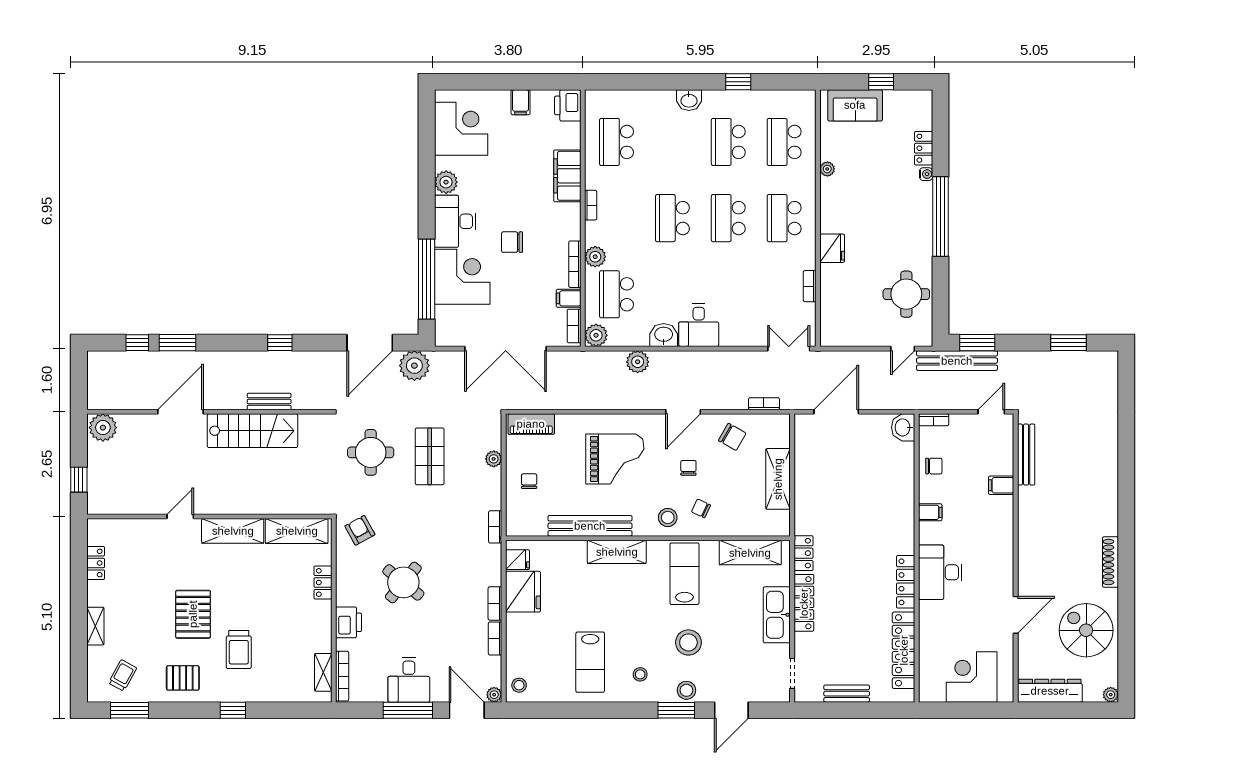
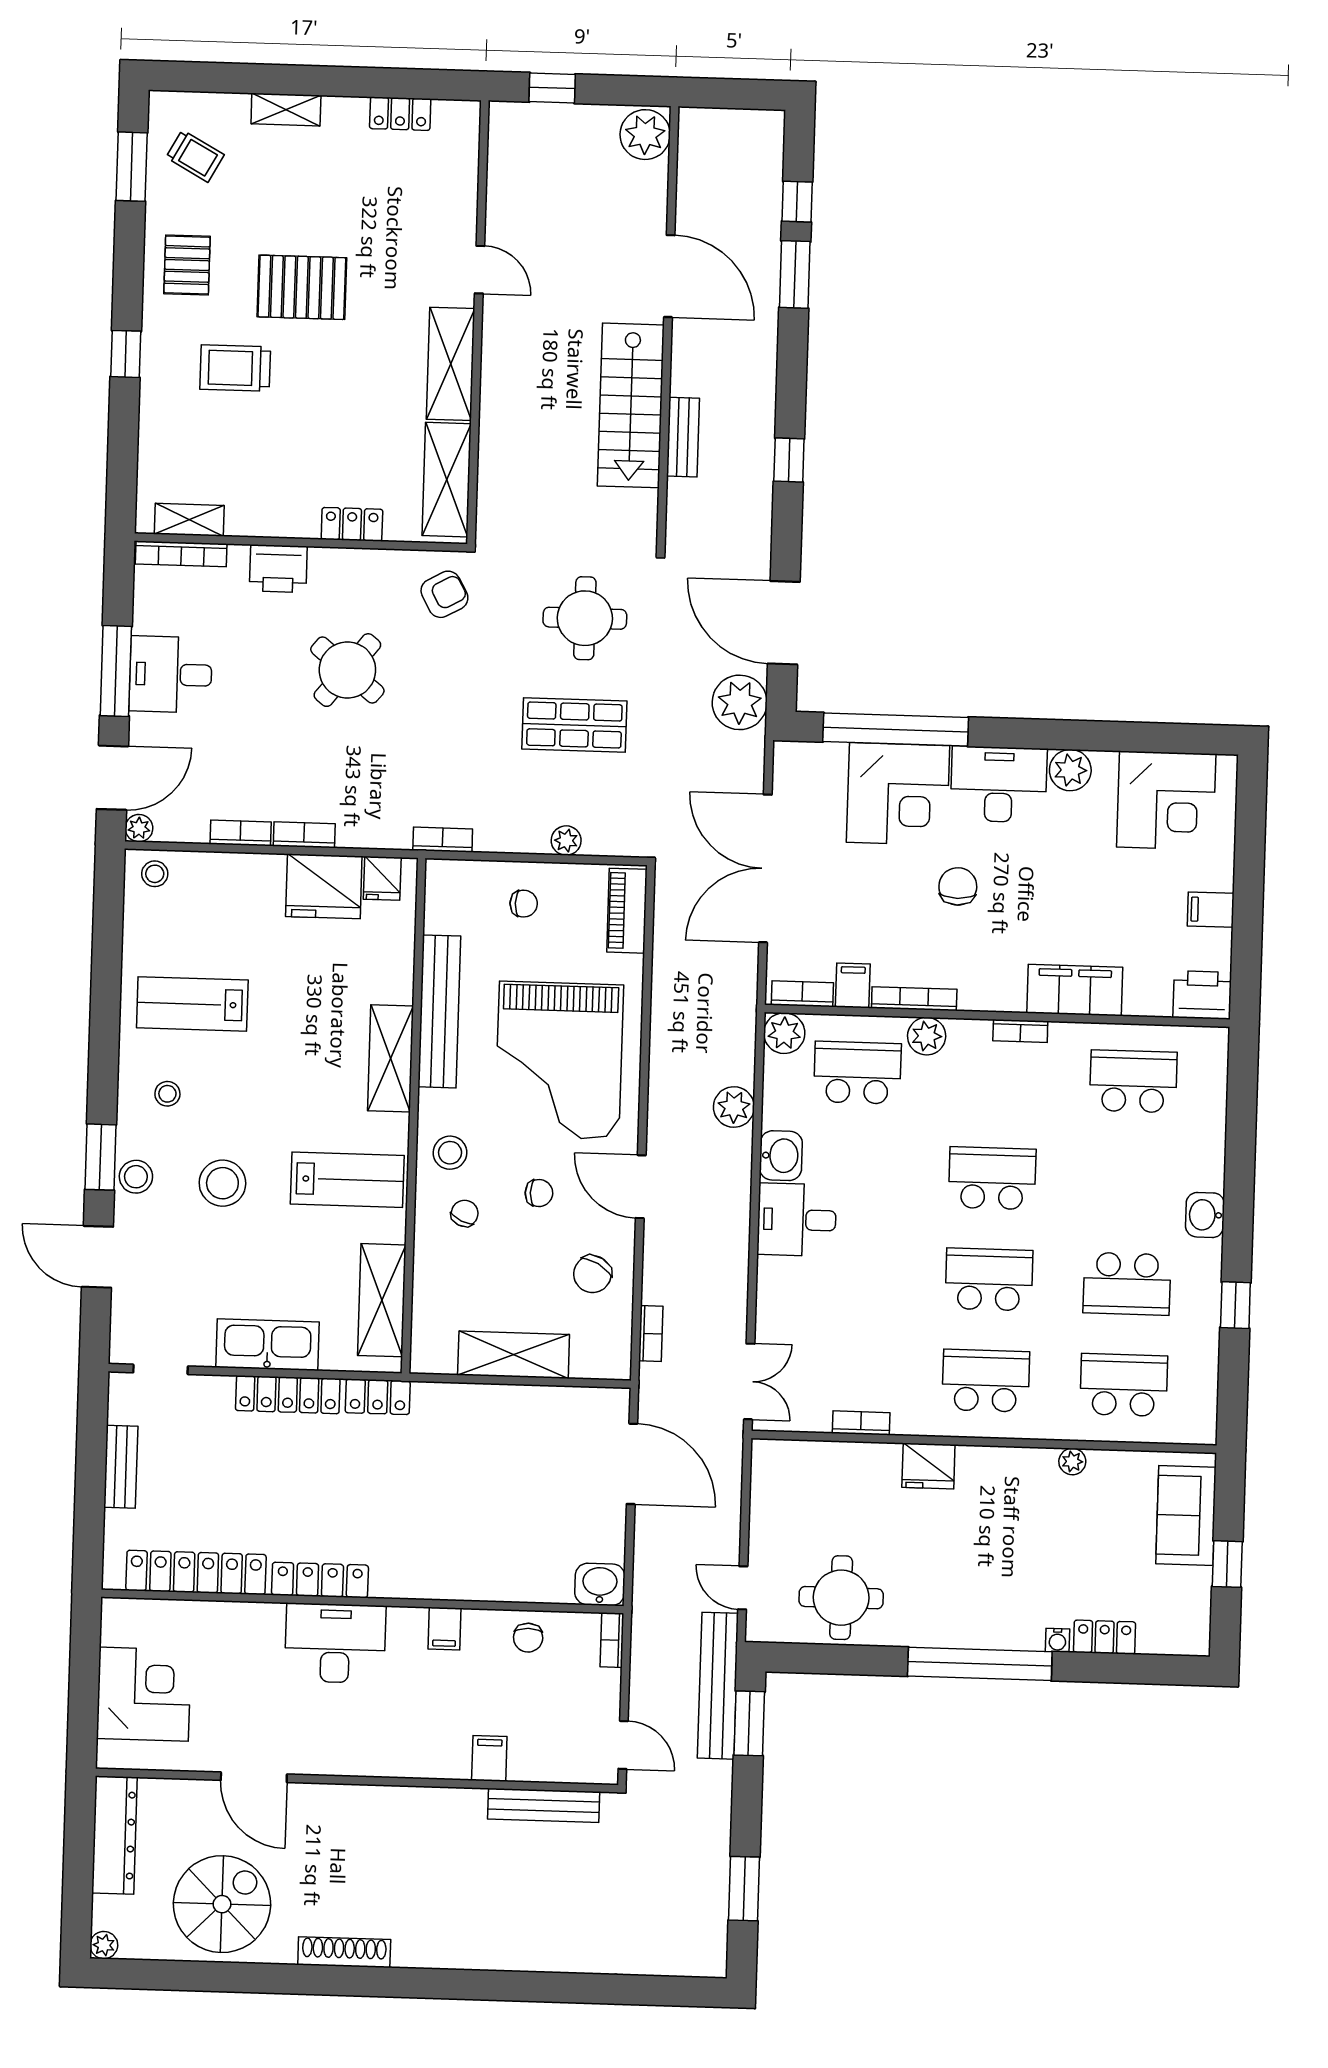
school desk: (728, 142) -> (1127, 1284), turned 180
grand piano: (615, 459) -> (559, 1060), width x1.37, depth x1.48

